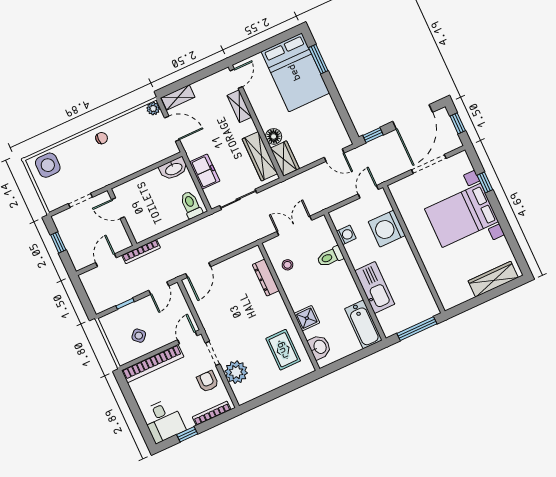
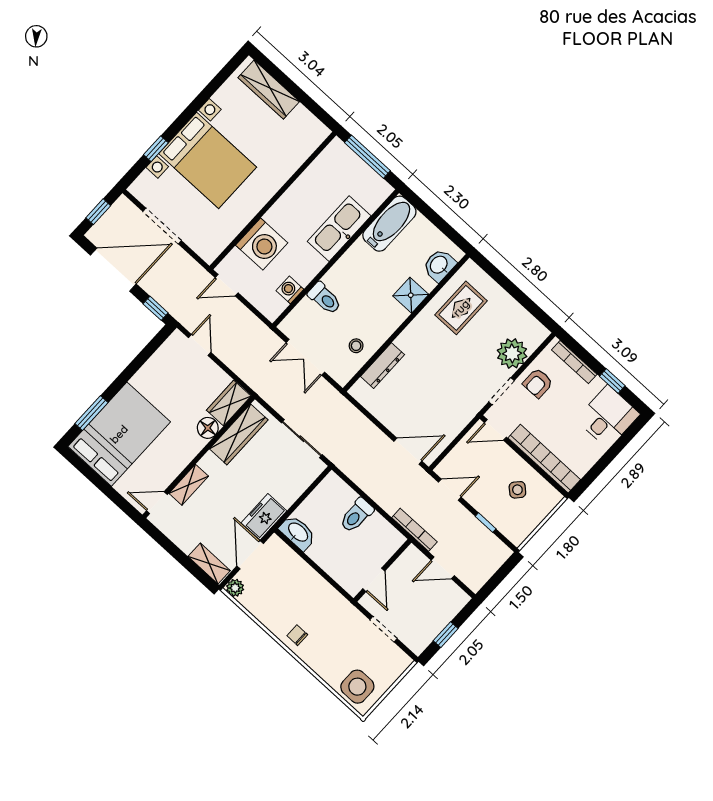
freezer: (205, 172) -> (264, 517), moved
toilet: (191, 205) -> (356, 515), moved

